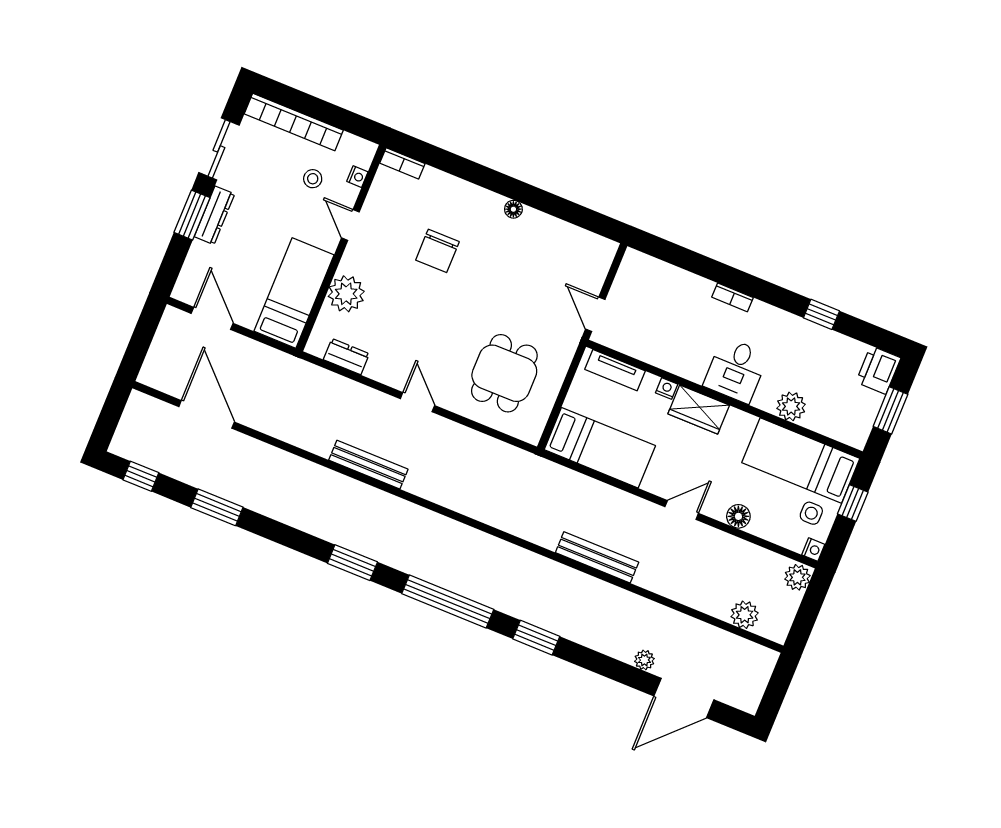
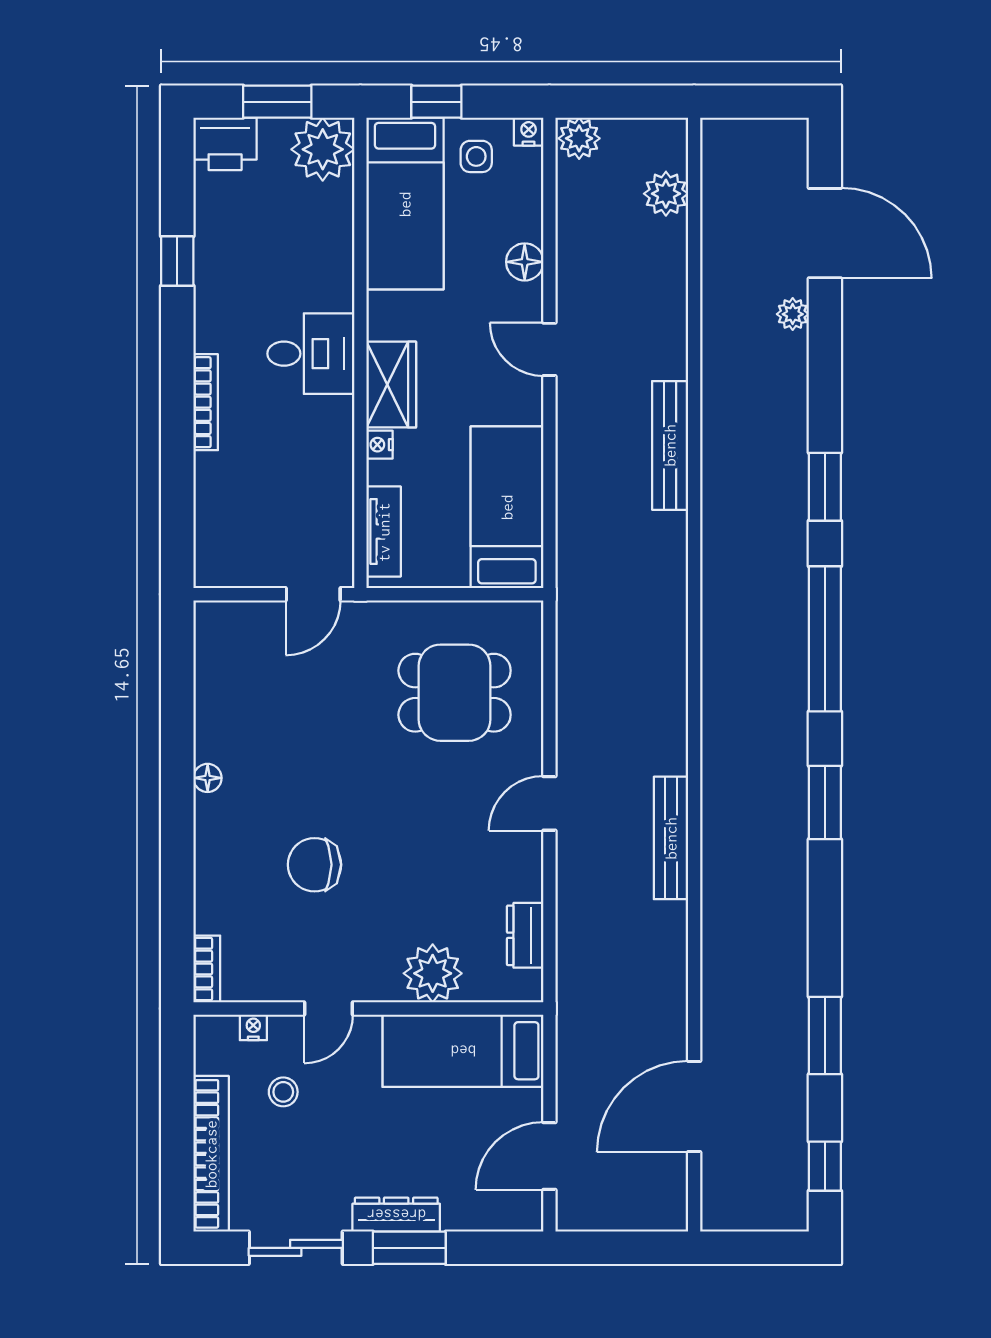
chair: (437, 251) -> (315, 865), turned 180
bookcase: (733, 297) -> (206, 402), width x1.56
plant: (791, 406) -> (323, 149), moved, width x1.36, depth x1.36

